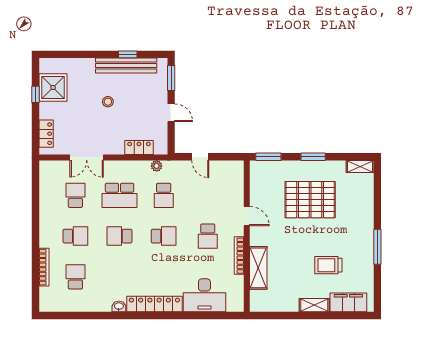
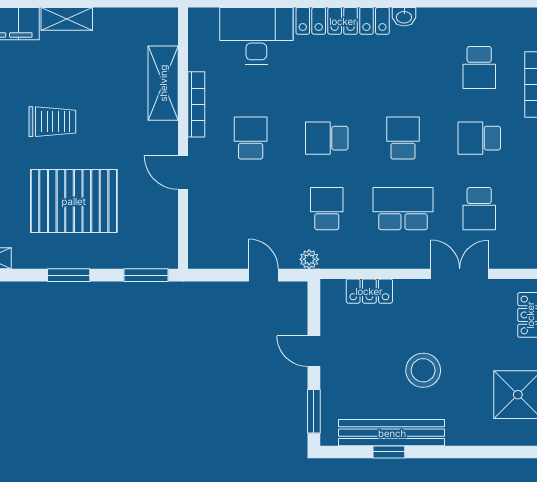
stool: (108, 102) -> (423, 370), width x1.89, depth x1.89
plant: (157, 166) -> (309, 259), moved
school desk: (120, 236) -> (403, 138), turned -90
trolley: (328, 265) -> (52, 122), moved

